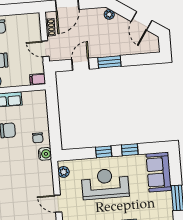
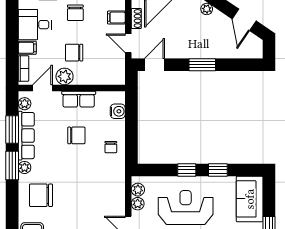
door: (81, 64) -> (154, 65), moved
filing cabinet: (38, 79) -> (116, 17), moved
water cooler: (45, 154) -> (118, 111), moved
plant: (64, 184) -> (138, 204), added

